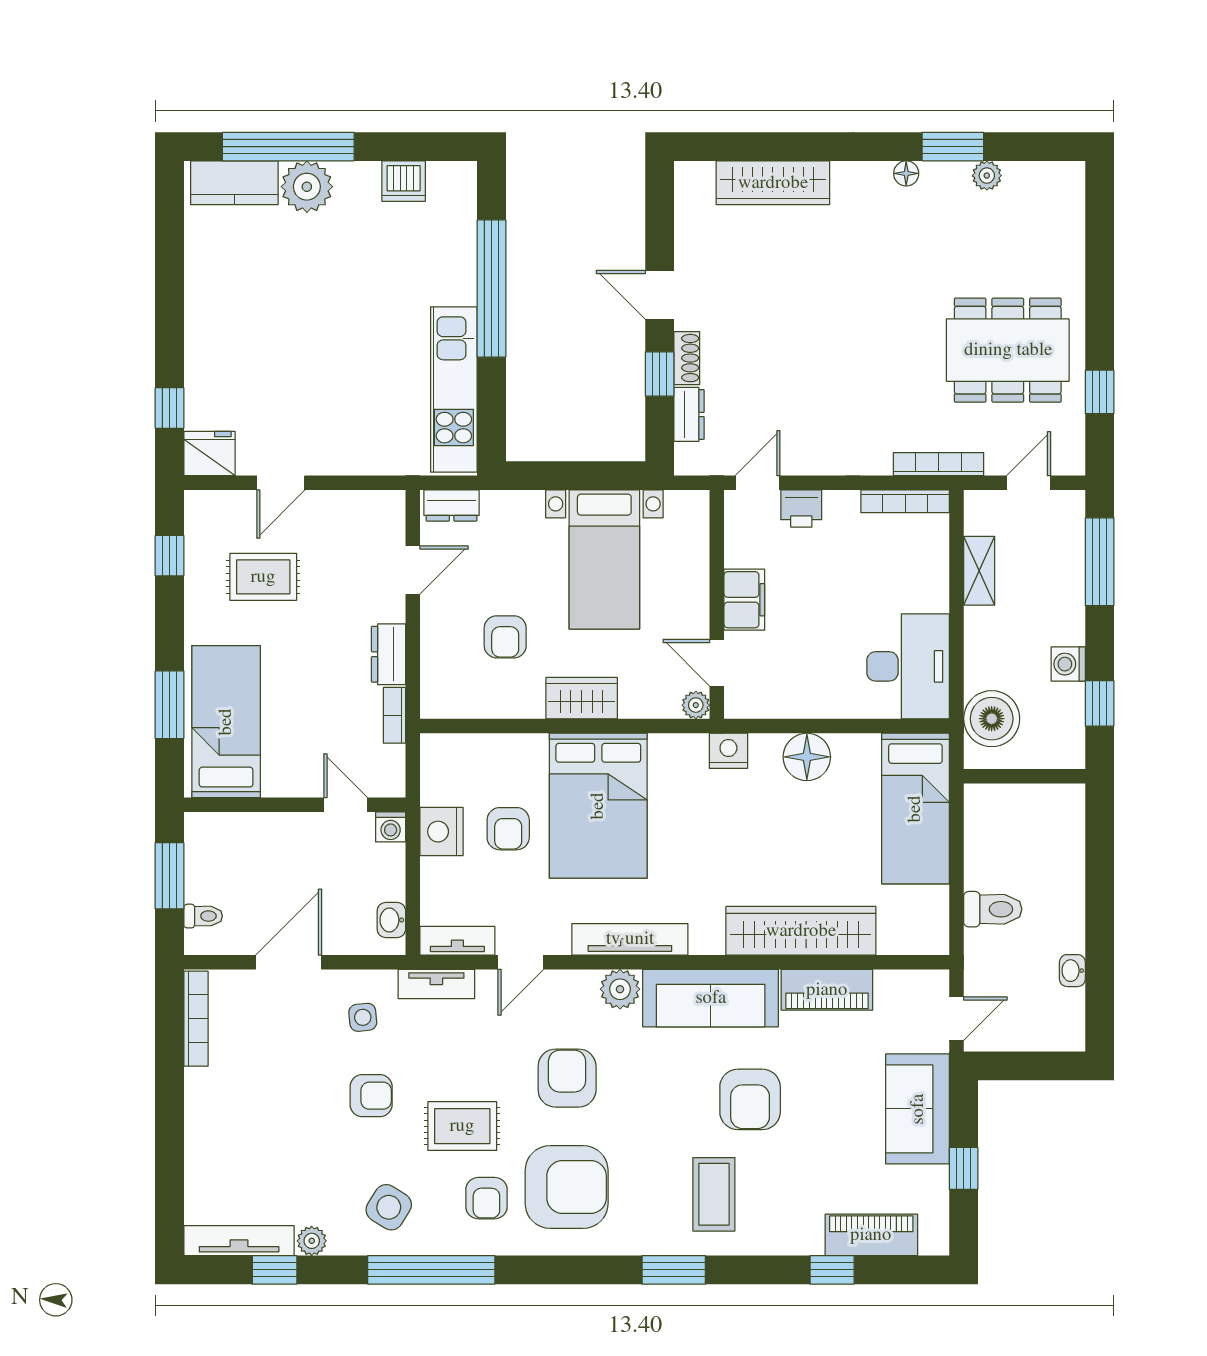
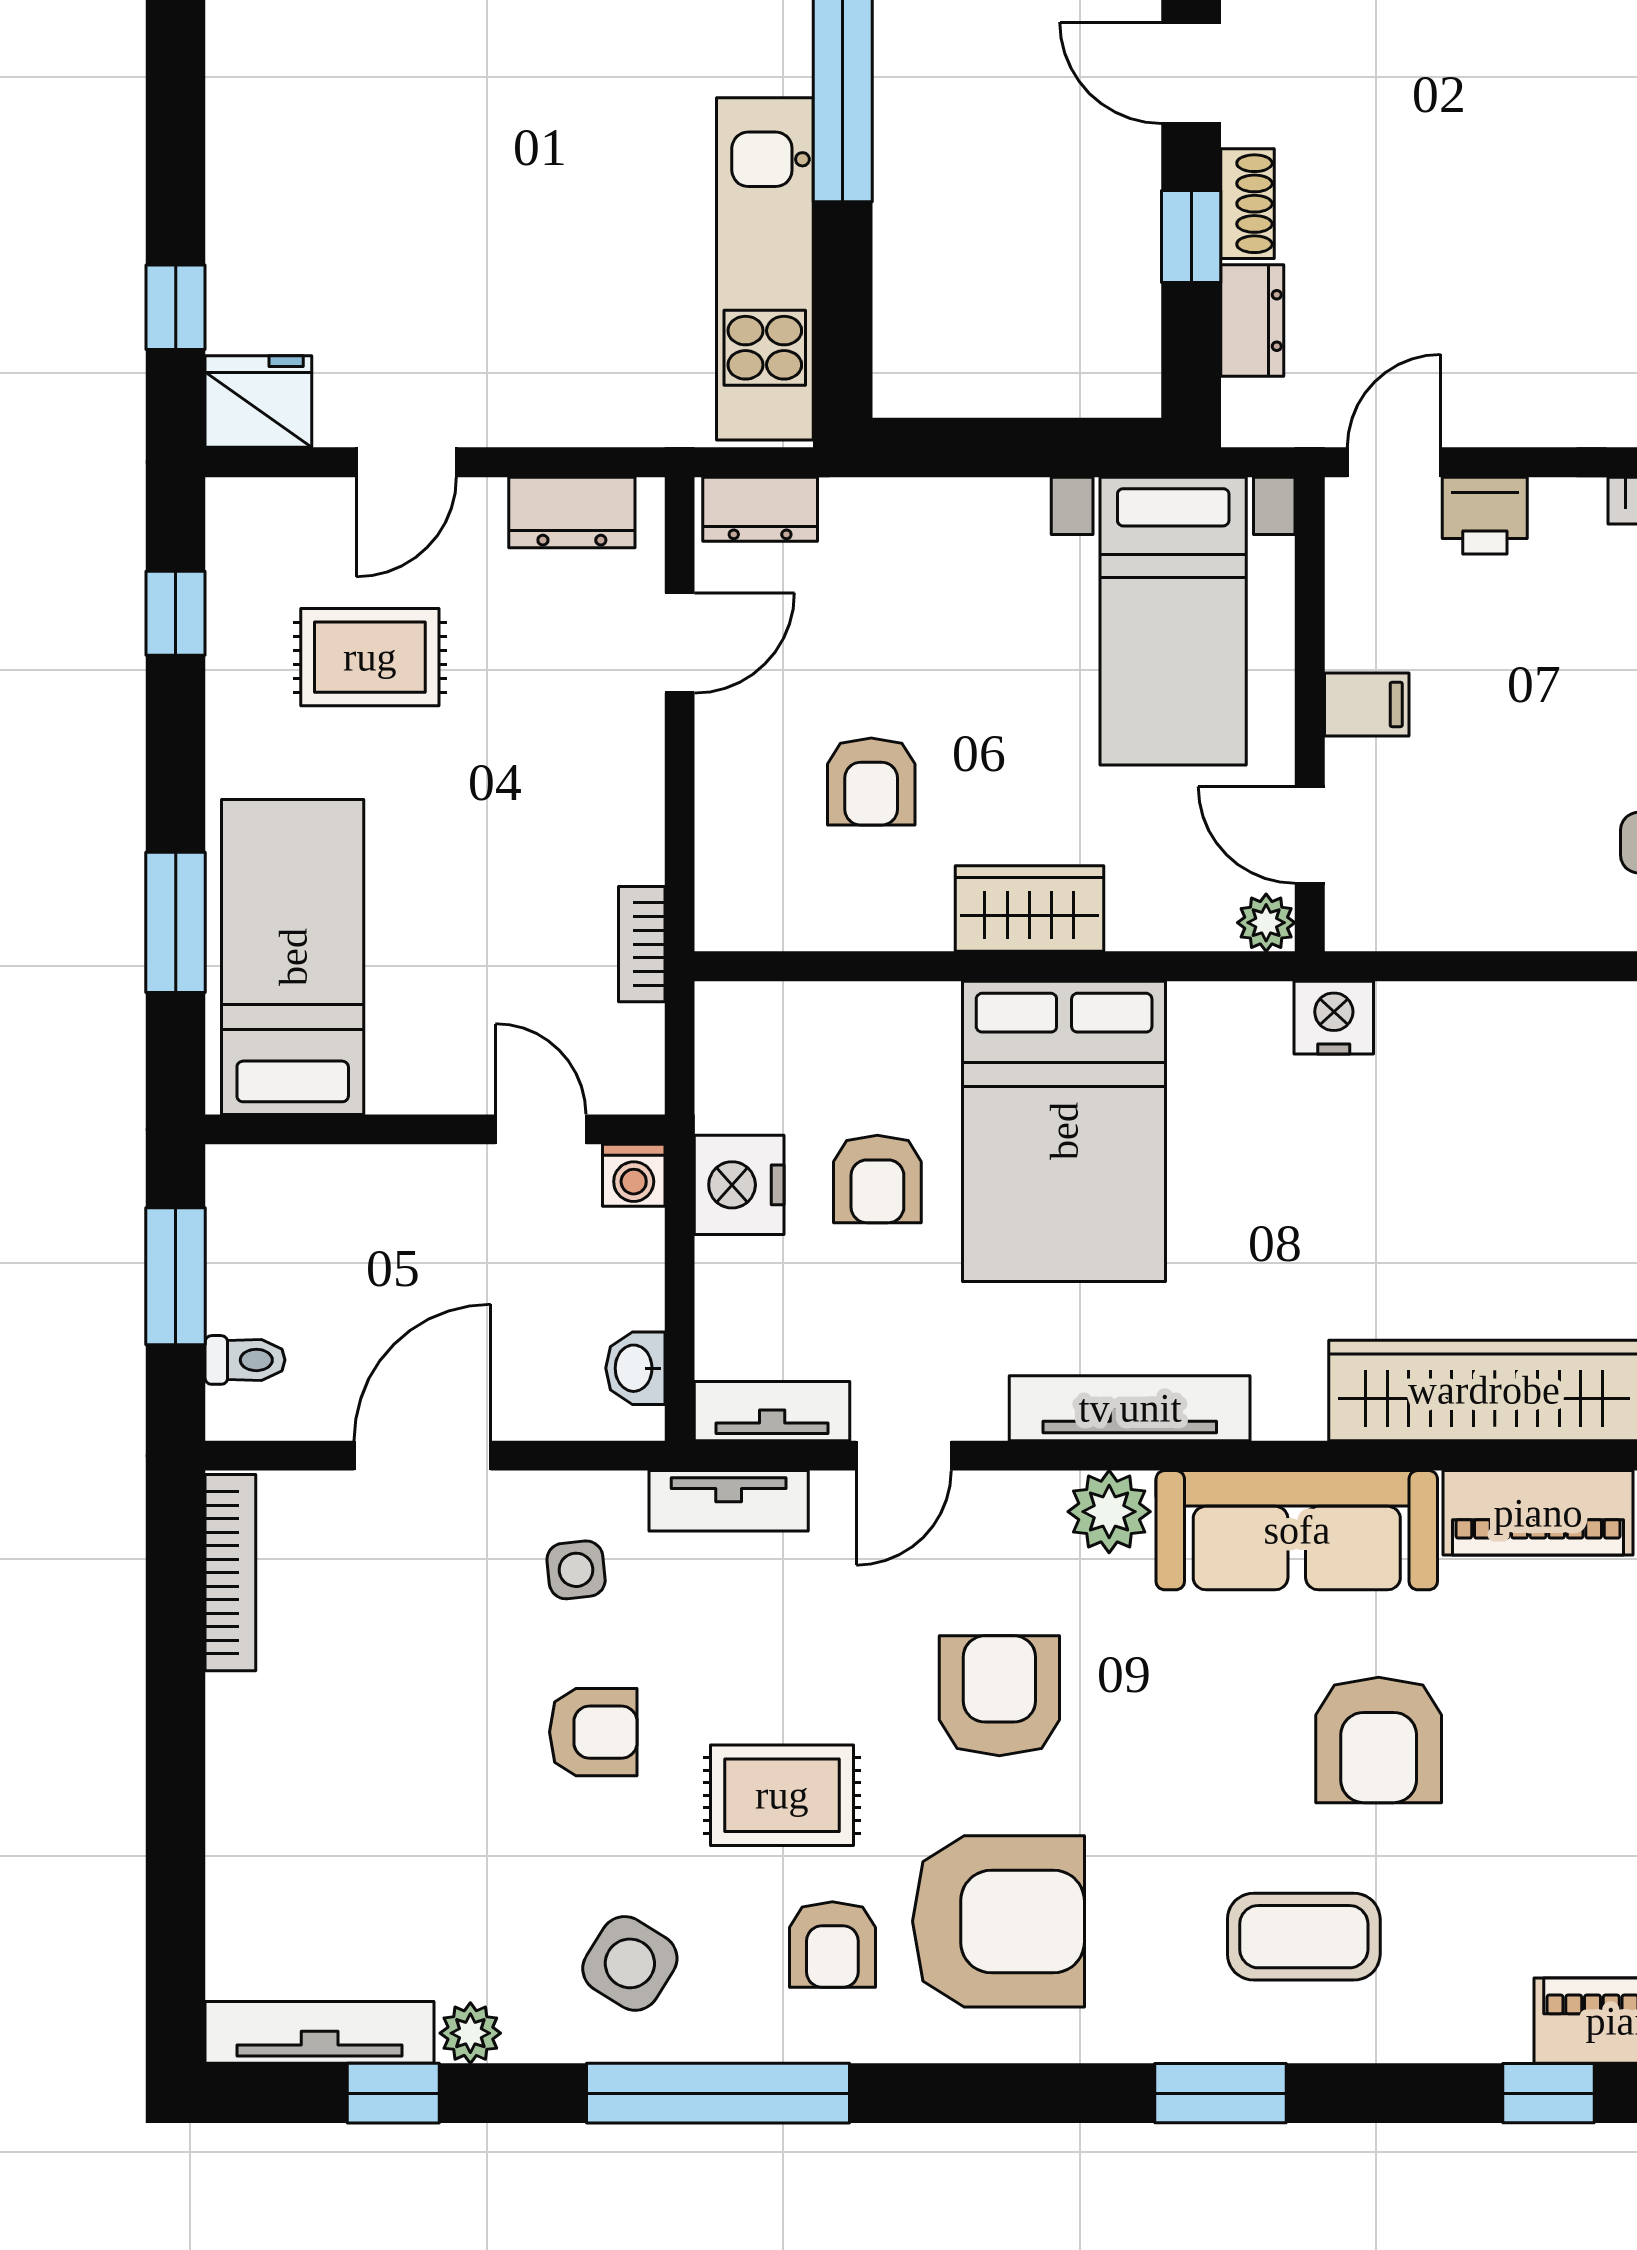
bed with nightstands: (604, 559) -> (1173, 621), moved
filing cabinet: (744, 600) -> (1367, 704), width x0.50
dresser: (389, 654) -> (572, 512), moved, turned -90
floor lamp: (807, 757) -> (1496, 1030), removed
coffee table: (714, 1194) -> (1304, 1937), turned 90

